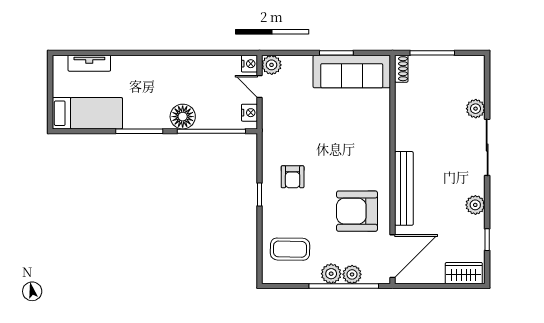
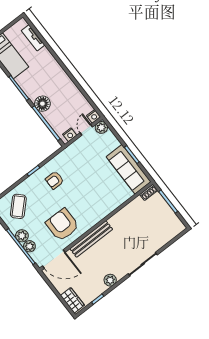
plant: (476, 109) -> (157, 244), removed
coffee table: (290, 249) -> (18, 206), turned 44

